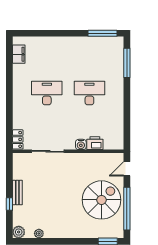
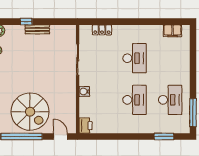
desk: (89, 57) -> (170, 100), added
window: (127, 63) -> (164, 136), width x0.69
locker: (18, 139) -> (102, 30), moved
printer: (95, 143) -> (86, 126), moved

